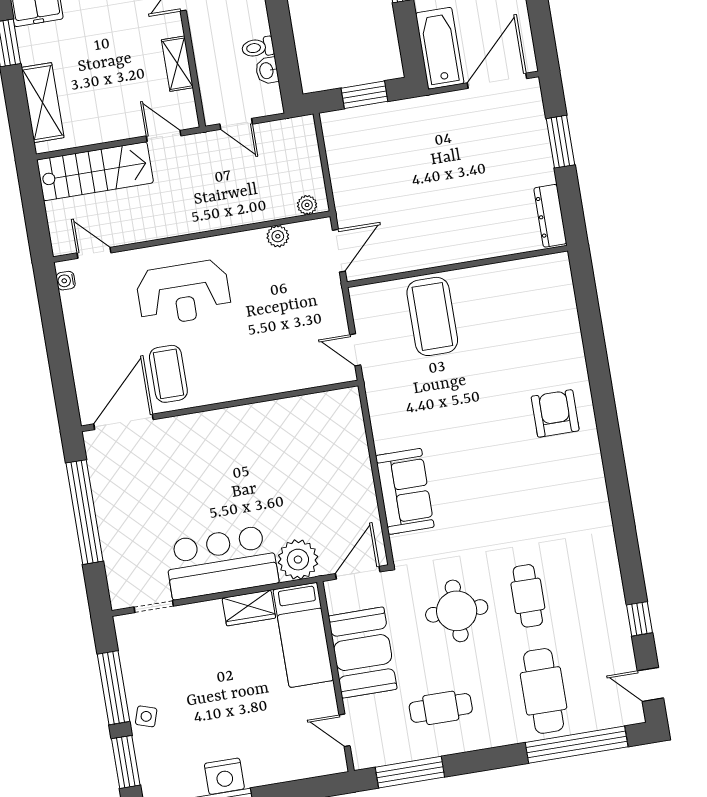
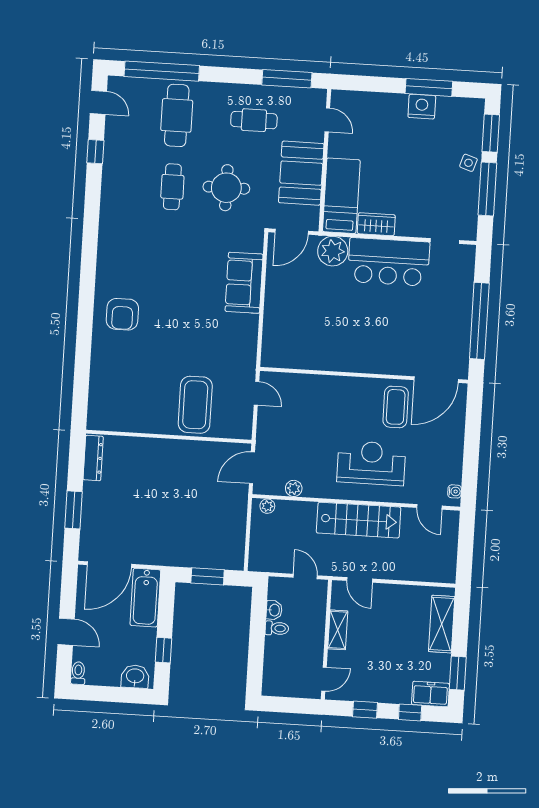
stairs: (95, 171) -> (359, 520), moved, turned 180

